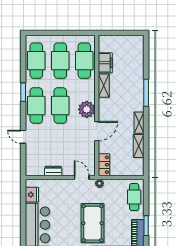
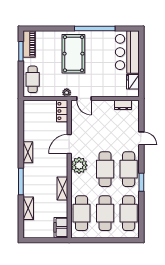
filing cabinet: (105, 63) -> (61, 227), moved
shelving: (139, 146) -> (28, 208), moved
dresser: (53, 171) -> (123, 105), moved

